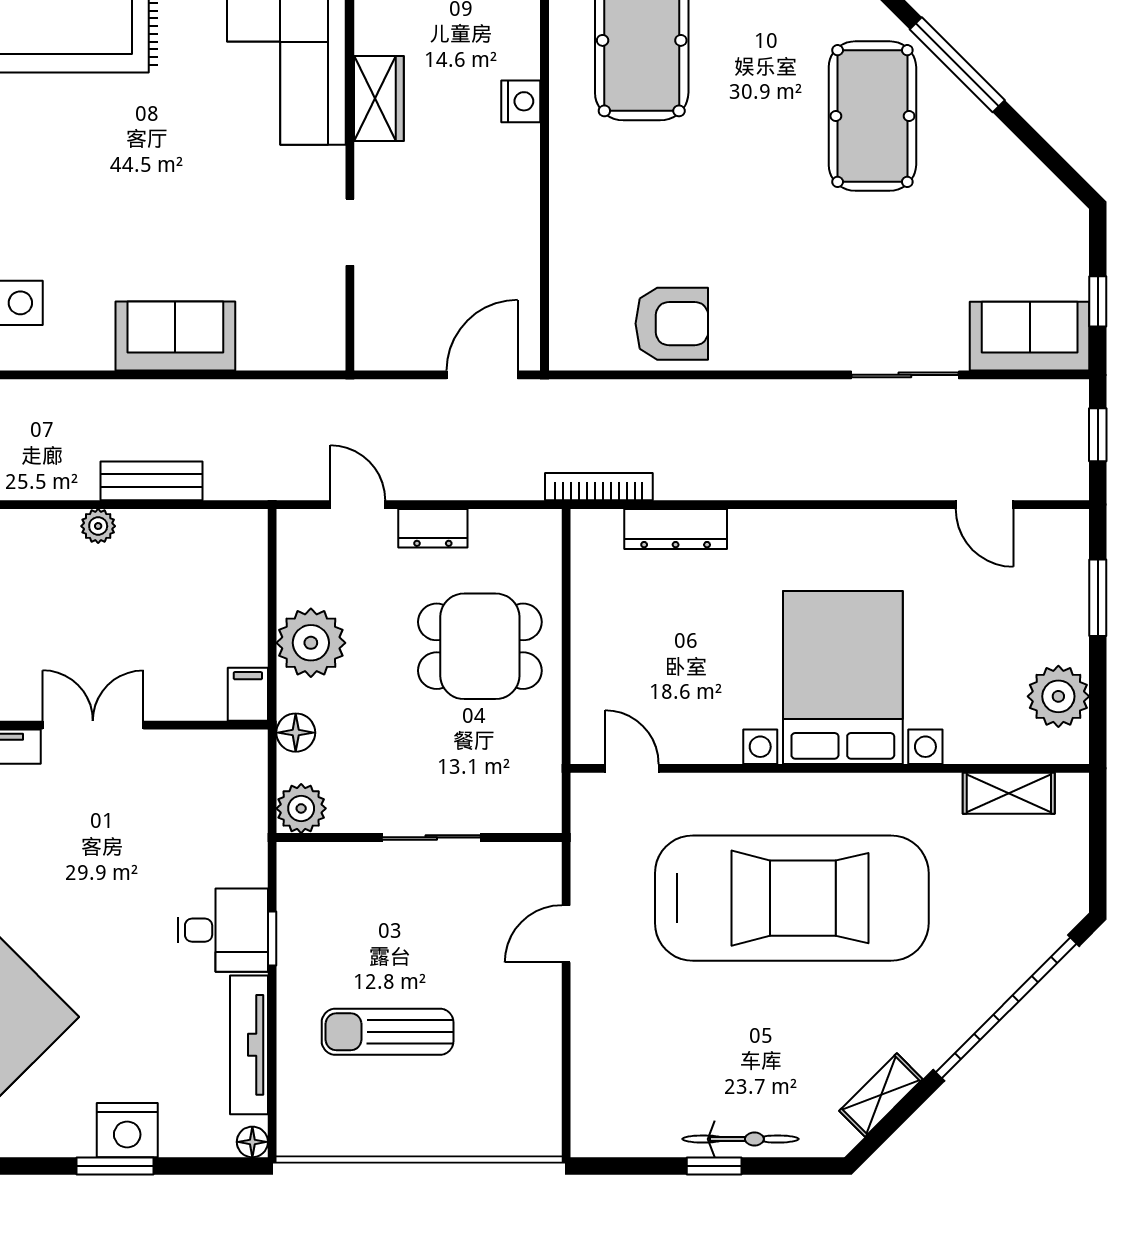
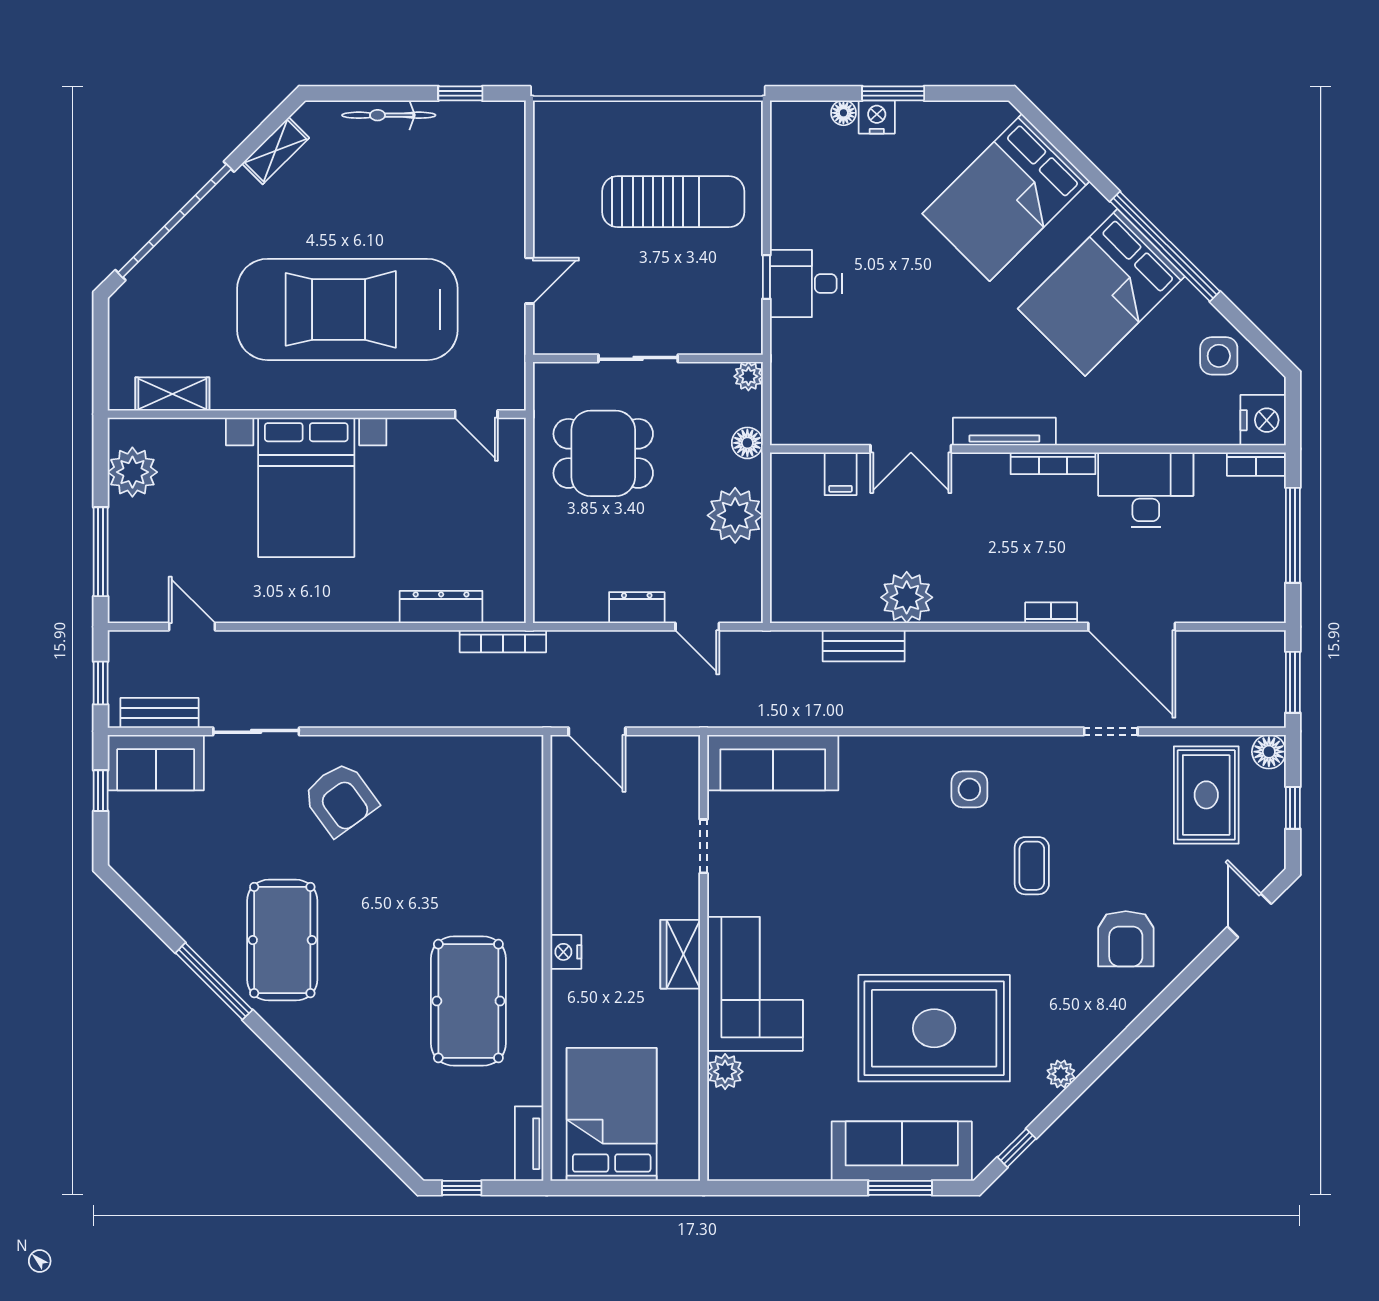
armchair: (672, 324) -> (340, 799), moved, turned -126
sofa: (175, 336) -> (773, 763), moved, width x1.36
door: (482, 375) -> (597, 731), hinge flipped
bench: (1025, 398) -> (159, 713), added
plant: (98, 526) -> (907, 597), width x1.88, depth x1.88
window: (1098, 598) -> (101, 552), width x1.44
dining table: (480, 646) -> (603, 453), moved
filing cabinet: (248, 694) -> (841, 474), moved
plant: (301, 808) -> (748, 376), width x0.73, depth x0.73
sun lounger: (388, 1032) -> (673, 202), width x1.36, depth x1.34
tv unit: (249, 1045) -> (785, 191), removed
nightstand: (127, 1130) -> (877, 117), width x0.74, depth x0.75
floor lamp: (252, 1142) -> (843, 113), moved
window: (714, 1166) -> (460, 93), moved

